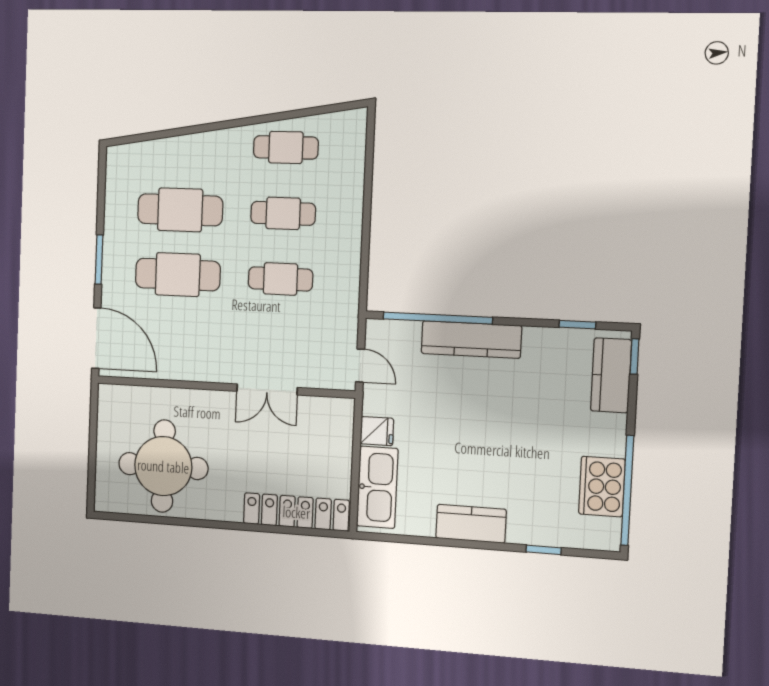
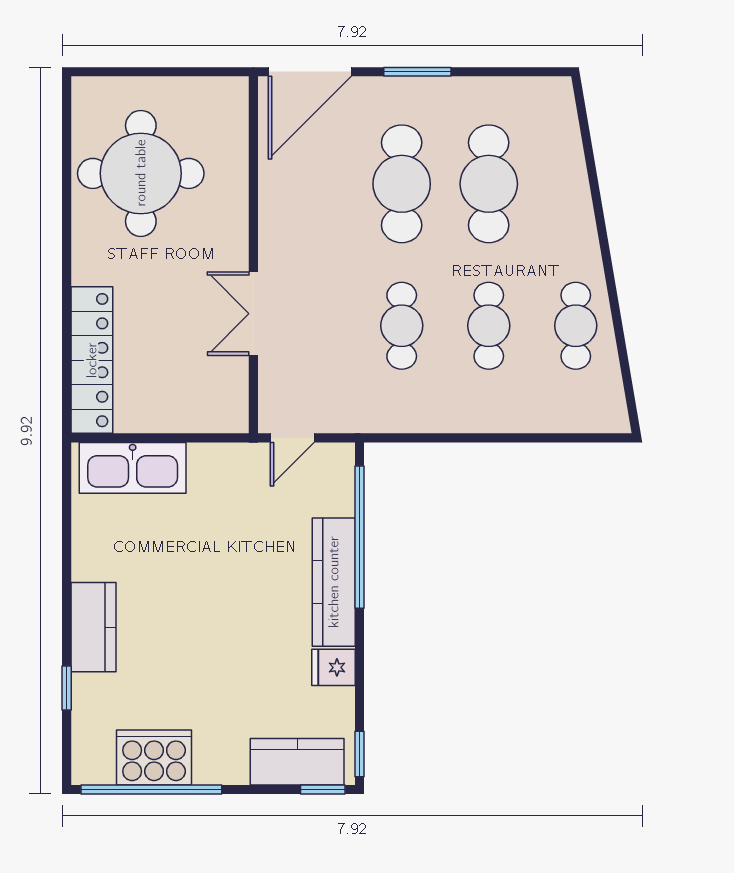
window: (577, 325) -> (360, 754), moved
fridge: (377, 431) -> (333, 667), moved, turned 90
kitchen counter: (471, 524) -> (93, 627), moved

